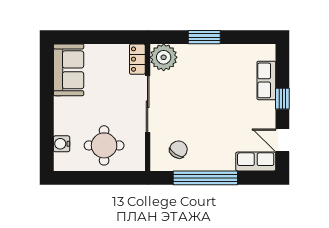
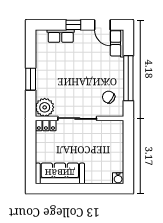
sofa: (69, 70) -> (60, 173), width x1.36
door: (282, 140) -> (102, 25), hinge flipped
water cooler: (62, 144) -> (118, 178), moved
round table: (104, 145) -> (106, 149), removed

